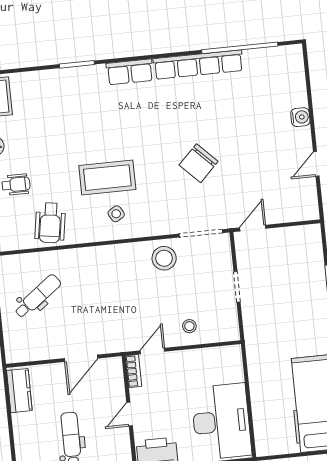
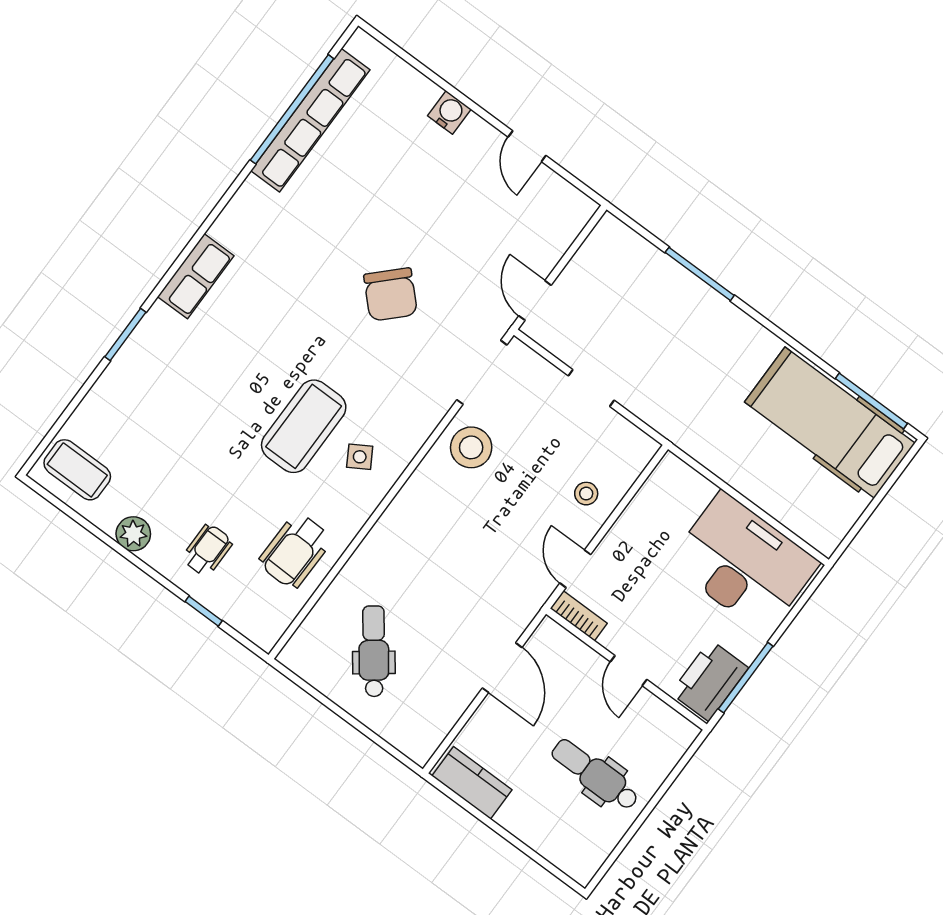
row of seats: (198, 65) -> (310, 120), moved
wheelchair: (50, 223) -> (295, 551), turned 82

